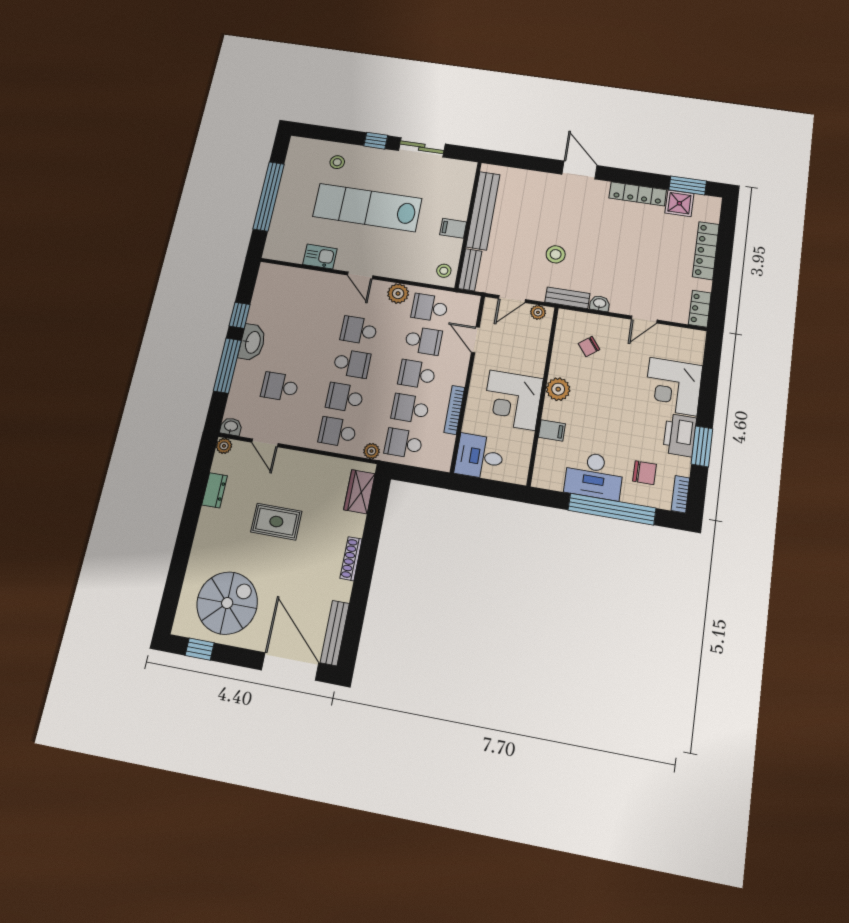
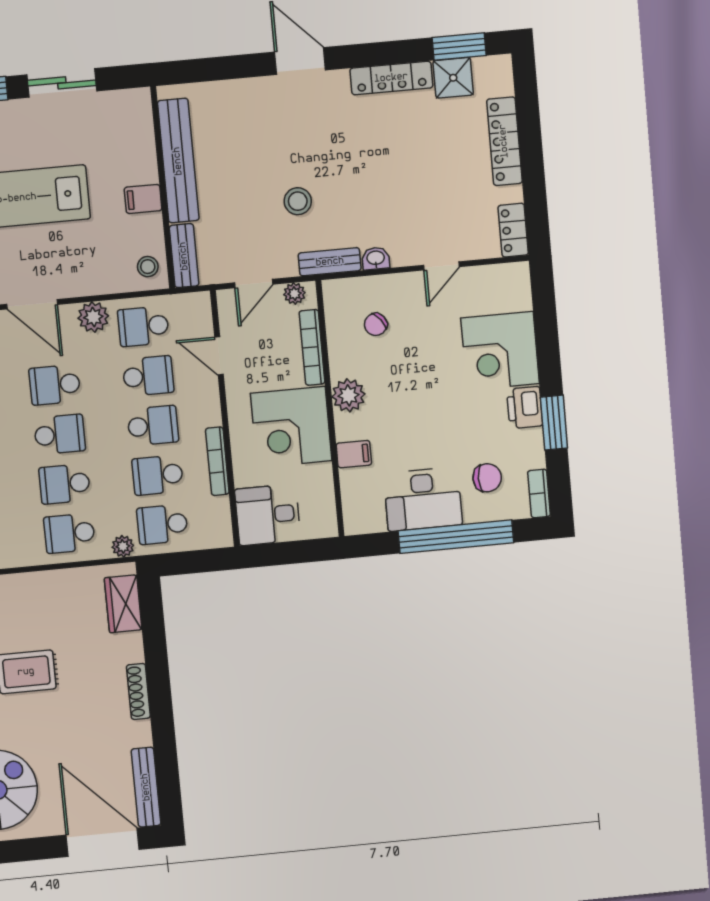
door: (360, 275) -> (32, 304), width x1.38
bookcase: (541, 350) -> (312, 347), added
school desk: (417, 374) -> (153, 426), turned 180
printer: (680, 435) -> (525, 408), width x0.73, depth x0.84

